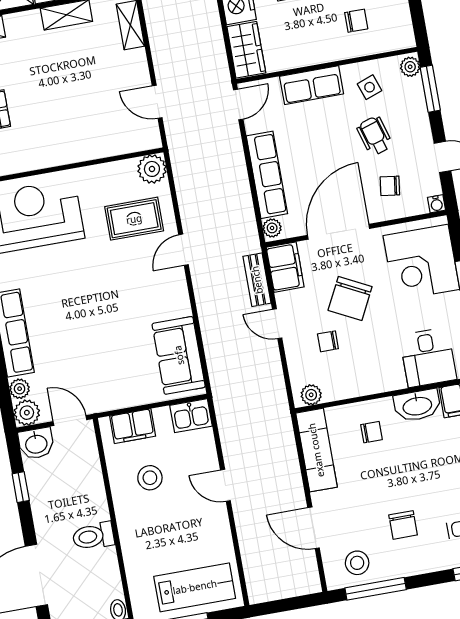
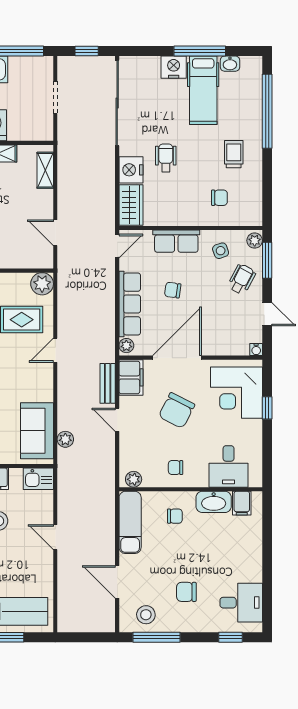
wheelchair: (375, 136) -> (242, 279), moved, turned 45
chair: (390, 186) -> (173, 290), moved
chair: (328, 341) -> (176, 468), moved
plant: (216, 360) -> (65, 439), added
chair: (403, 525) -> (186, 592), turned 90

